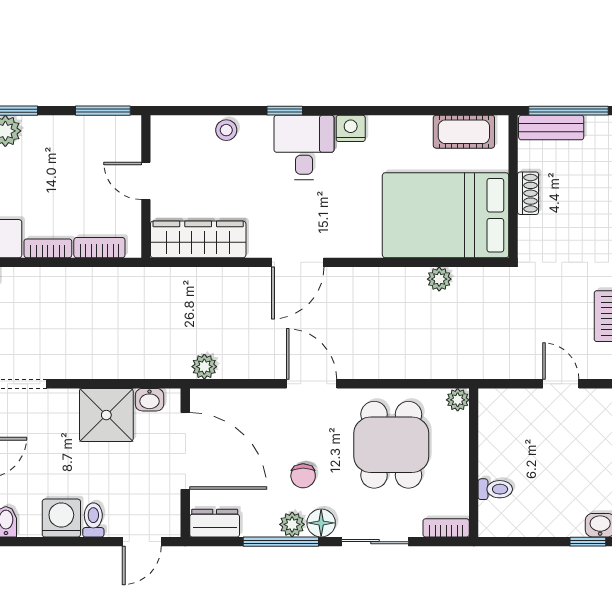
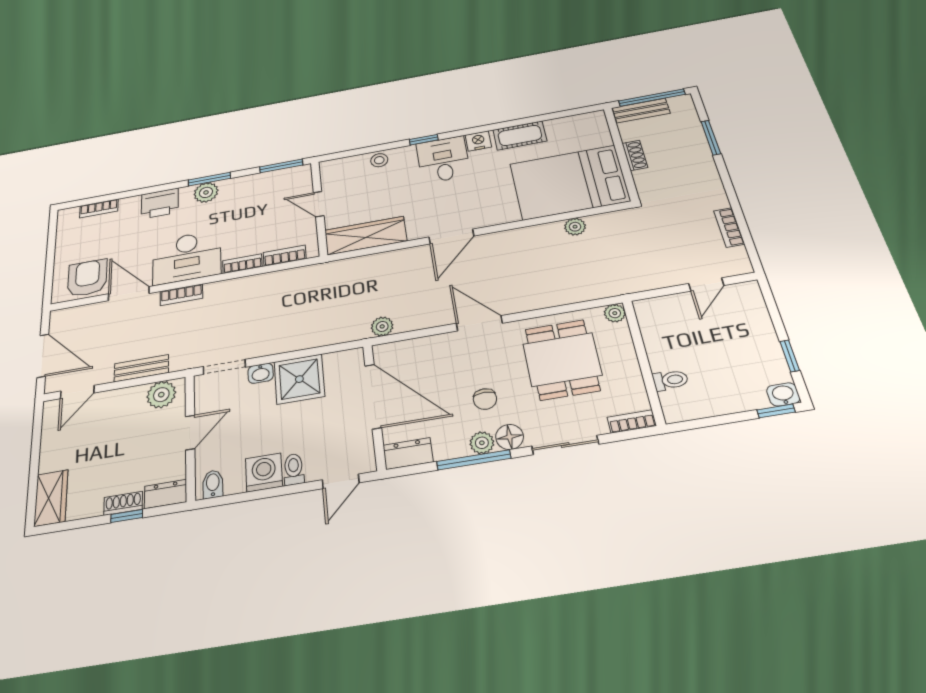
cot: (464, 132) -> (520, 135), moved
door: (561, 384) -> (706, 285), swing flipped
washbasin: (149, 400) -> (261, 373), moved

